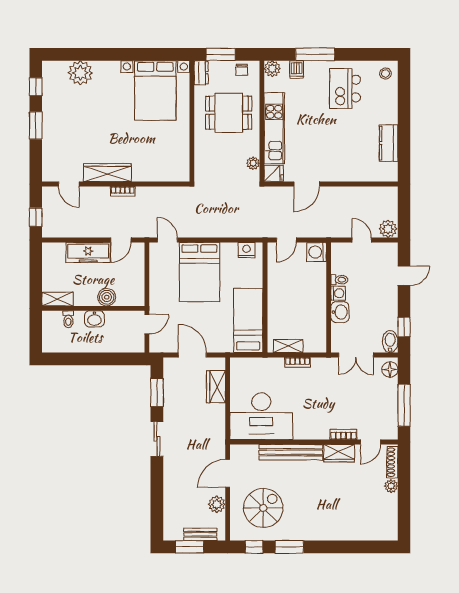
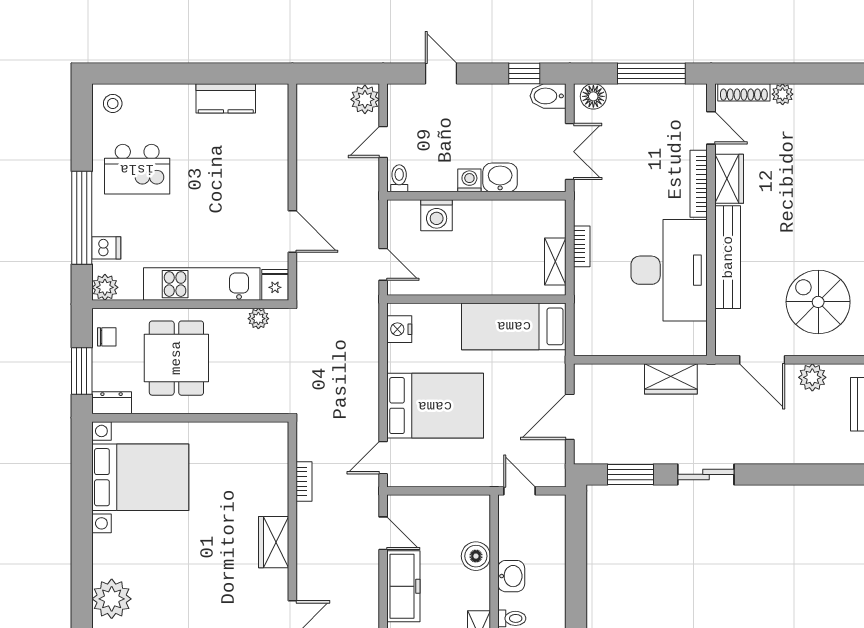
window: (315, 54) -> (82, 218), width x1.46
wardrobe: (107, 173) -> (274, 542), width x0.67
bookcase: (123, 191) -> (304, 481), moved
washing machine: (317, 252) -> (437, 215), moved
toilet: (339, 280) -> (399, 178), moved
wardrobe: (216, 387) -> (671, 379), moved
desk: (261, 416) -> (669, 270), moved
bookcase: (343, 434) -> (699, 184), width x1.56

